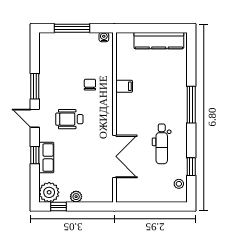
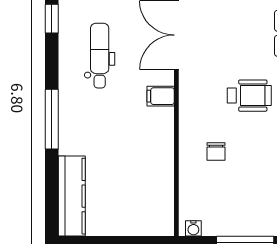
kitchen counter: (159, 41) -> (72, 196), moved, turned 90
filing cabinet: (124, 86) -> (161, 96), moved

